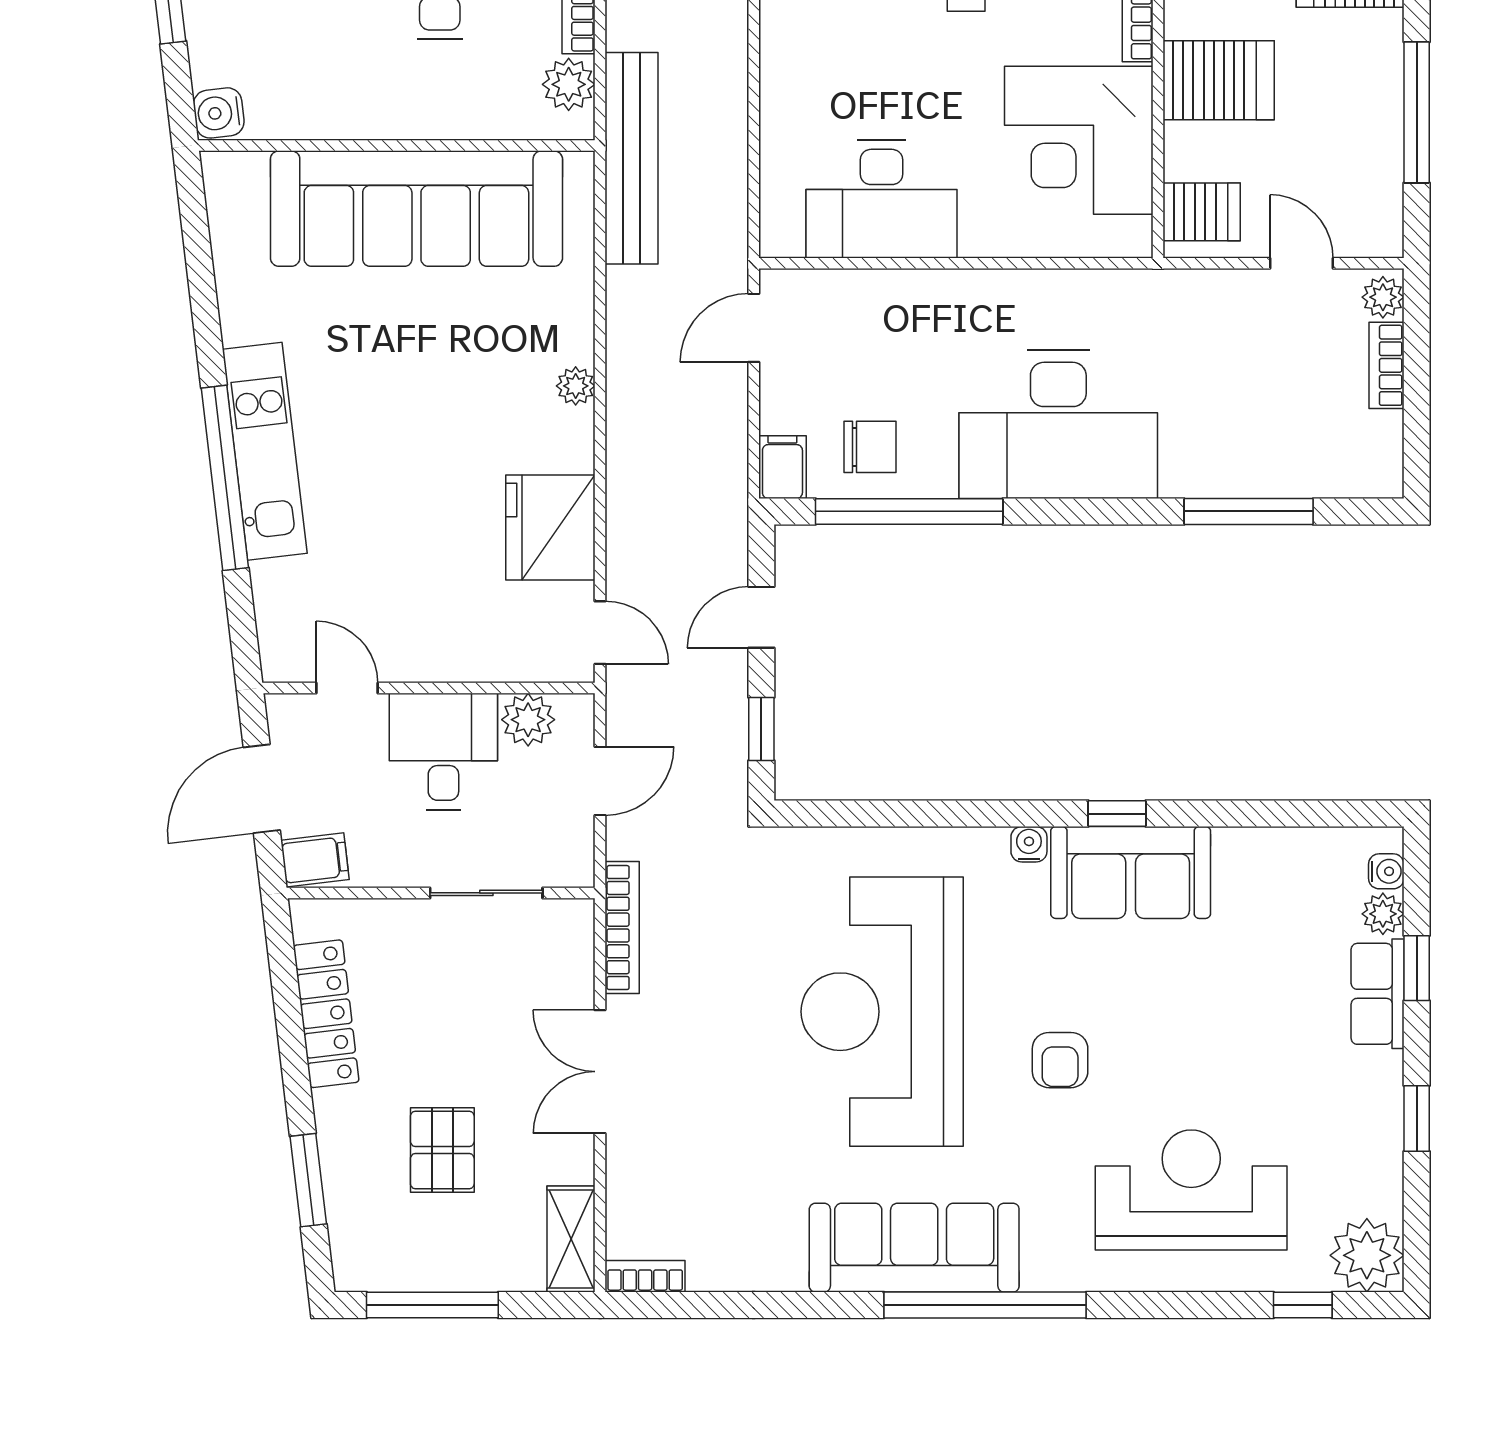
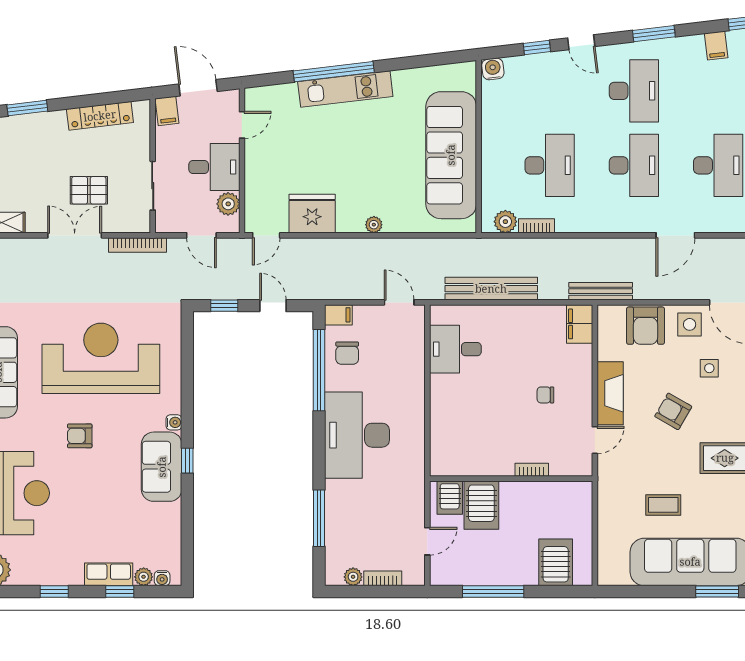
server rack: (1219, 80) -> (481, 505), moved
corner desk: (1079, 140) -> (481, 444), removed
bench: (632, 158) -> (491, 289), moved
desk: (881, 199) -> (455, 349), width x0.73
plant: (1383, 297) -> (353, 577), moved
pallet: (442, 1150) -> (89, 190), moved

